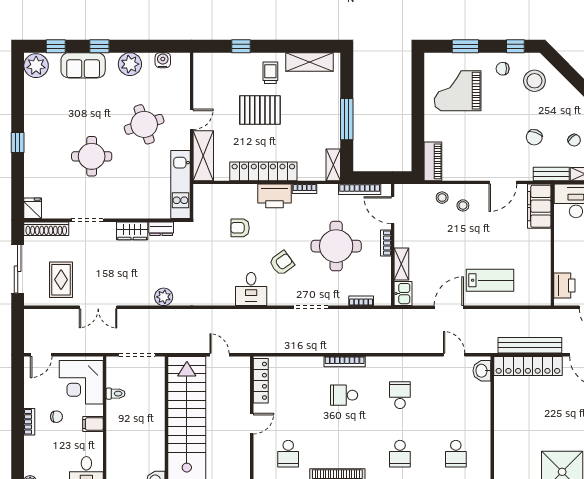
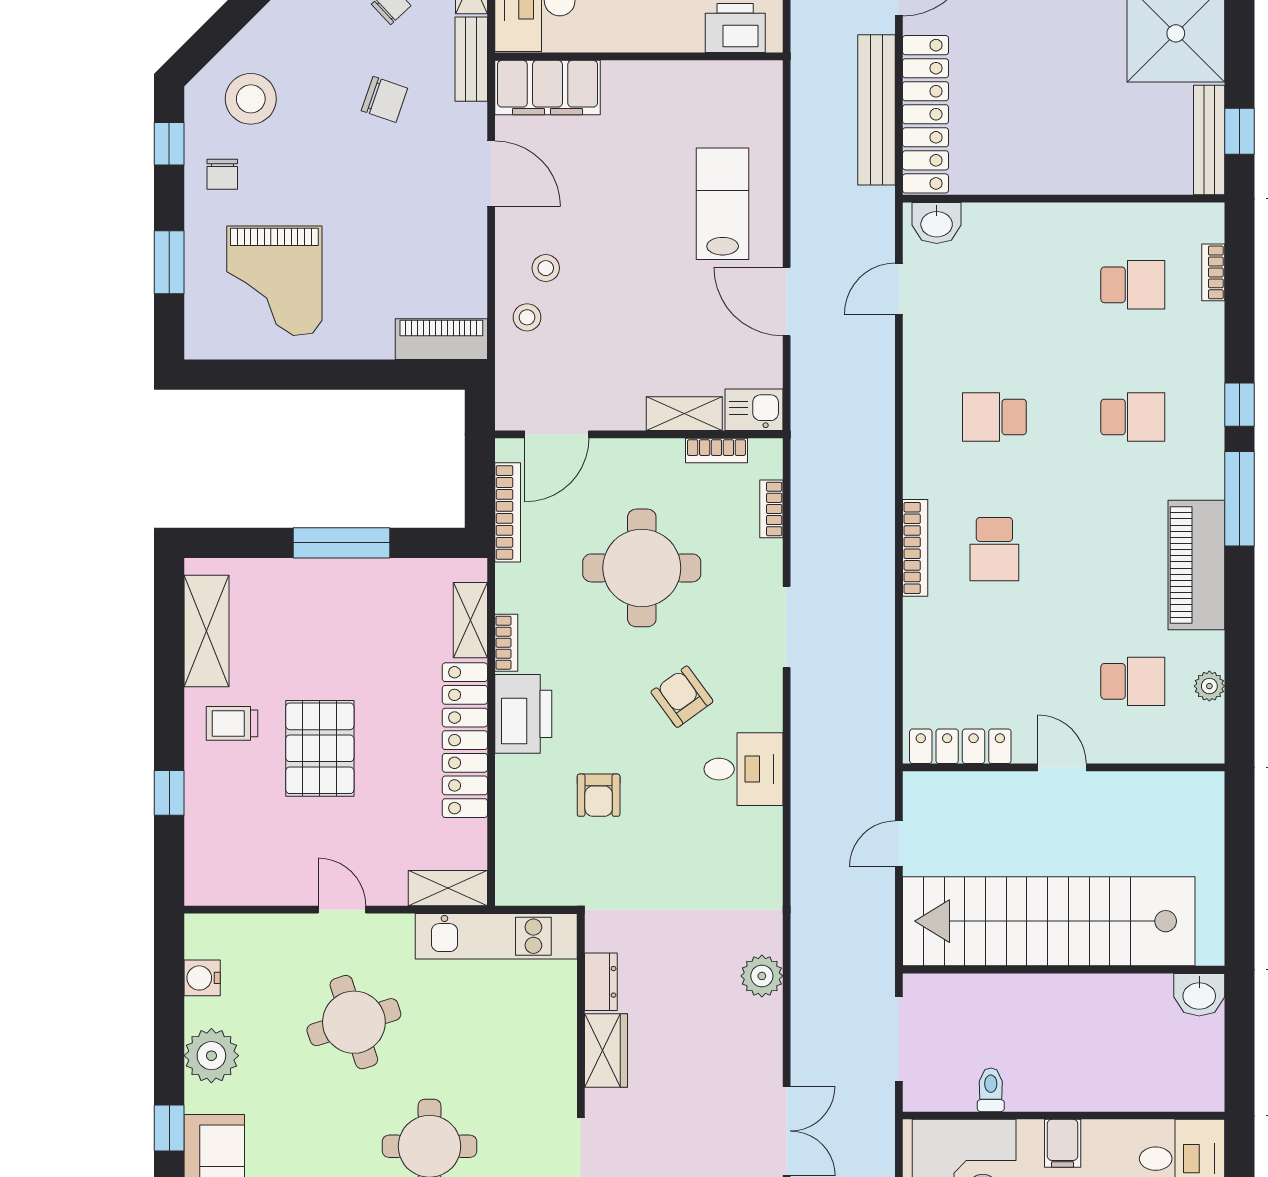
shelving: (203, 156) -> (448, 888), width x0.67, depth x0.75
shelving: (333, 165) -> (470, 620), moved, turned 90
bookcase: (386, 243) -> (716, 451), moved

